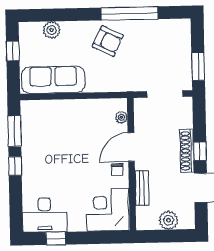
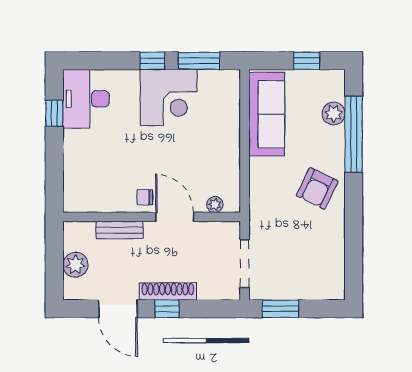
window: (129, 13) -> (354, 134), moved
corner desk: (107, 210) -> (169, 98), moved, turned 90

